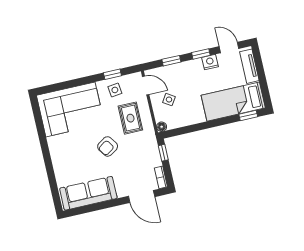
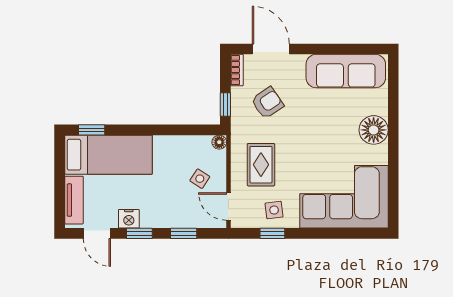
armchair: (108, 146) -> (267, 103), moved
floor lamp: (61, 158) -> (374, 130), added

